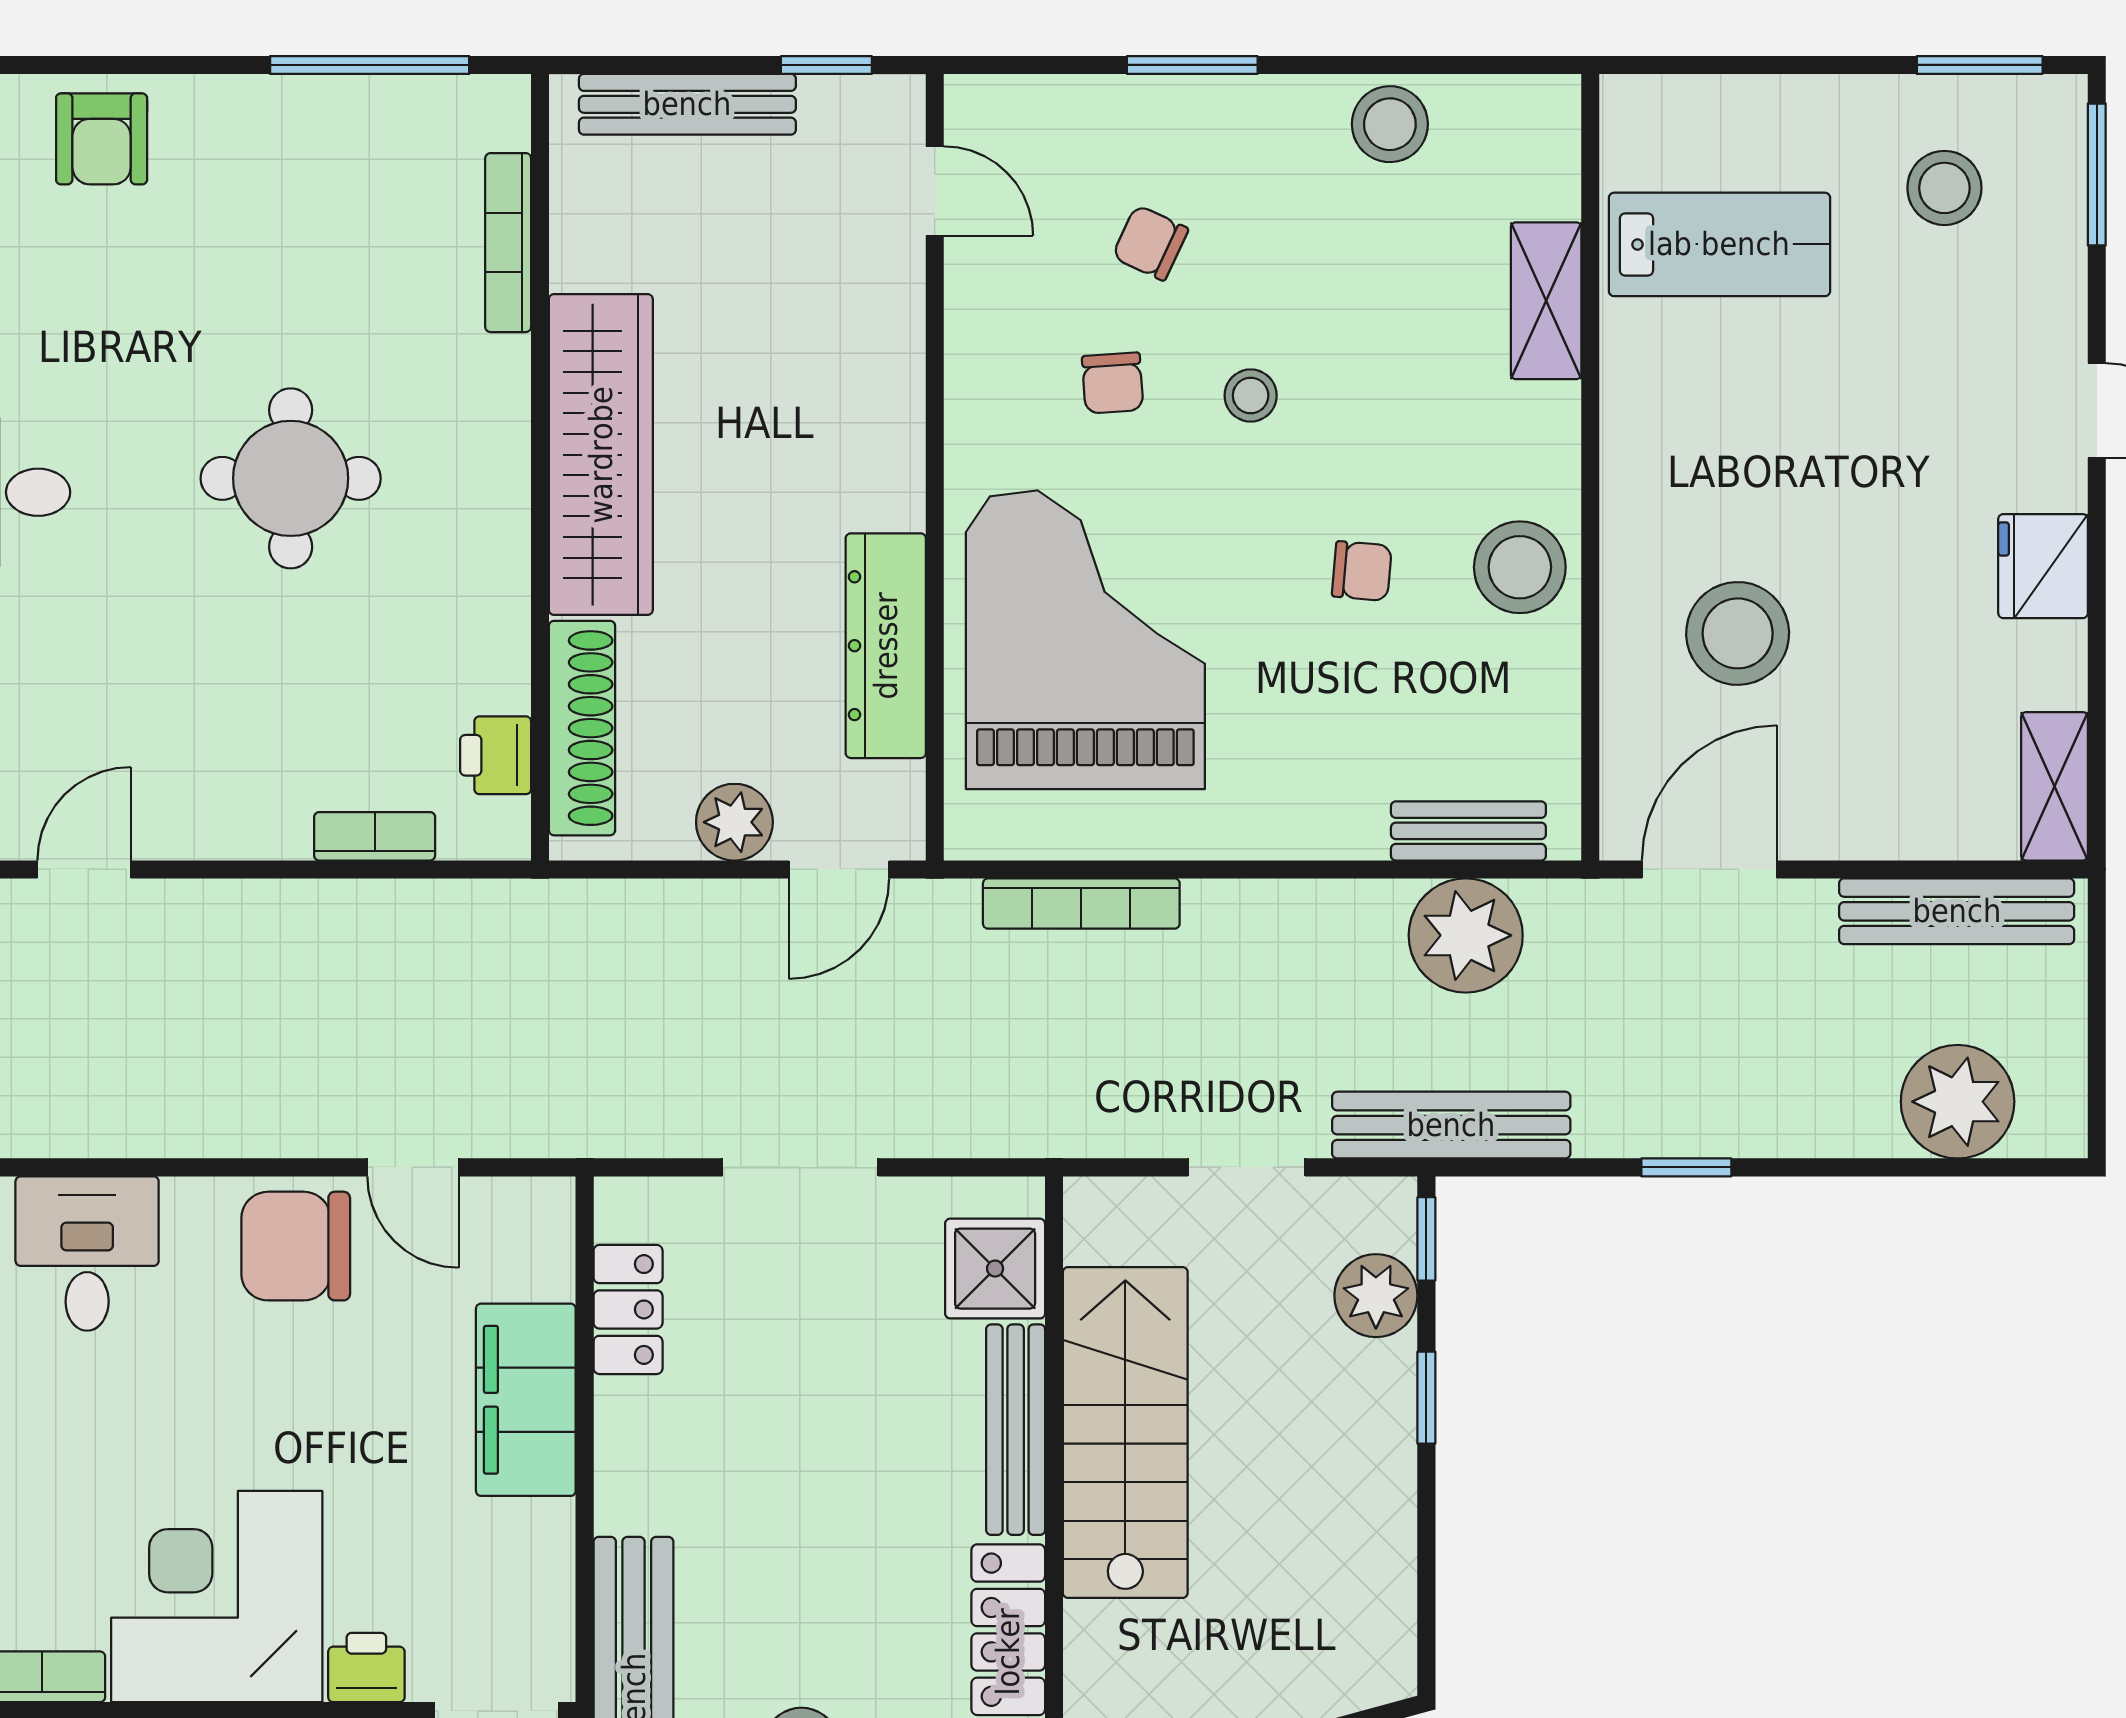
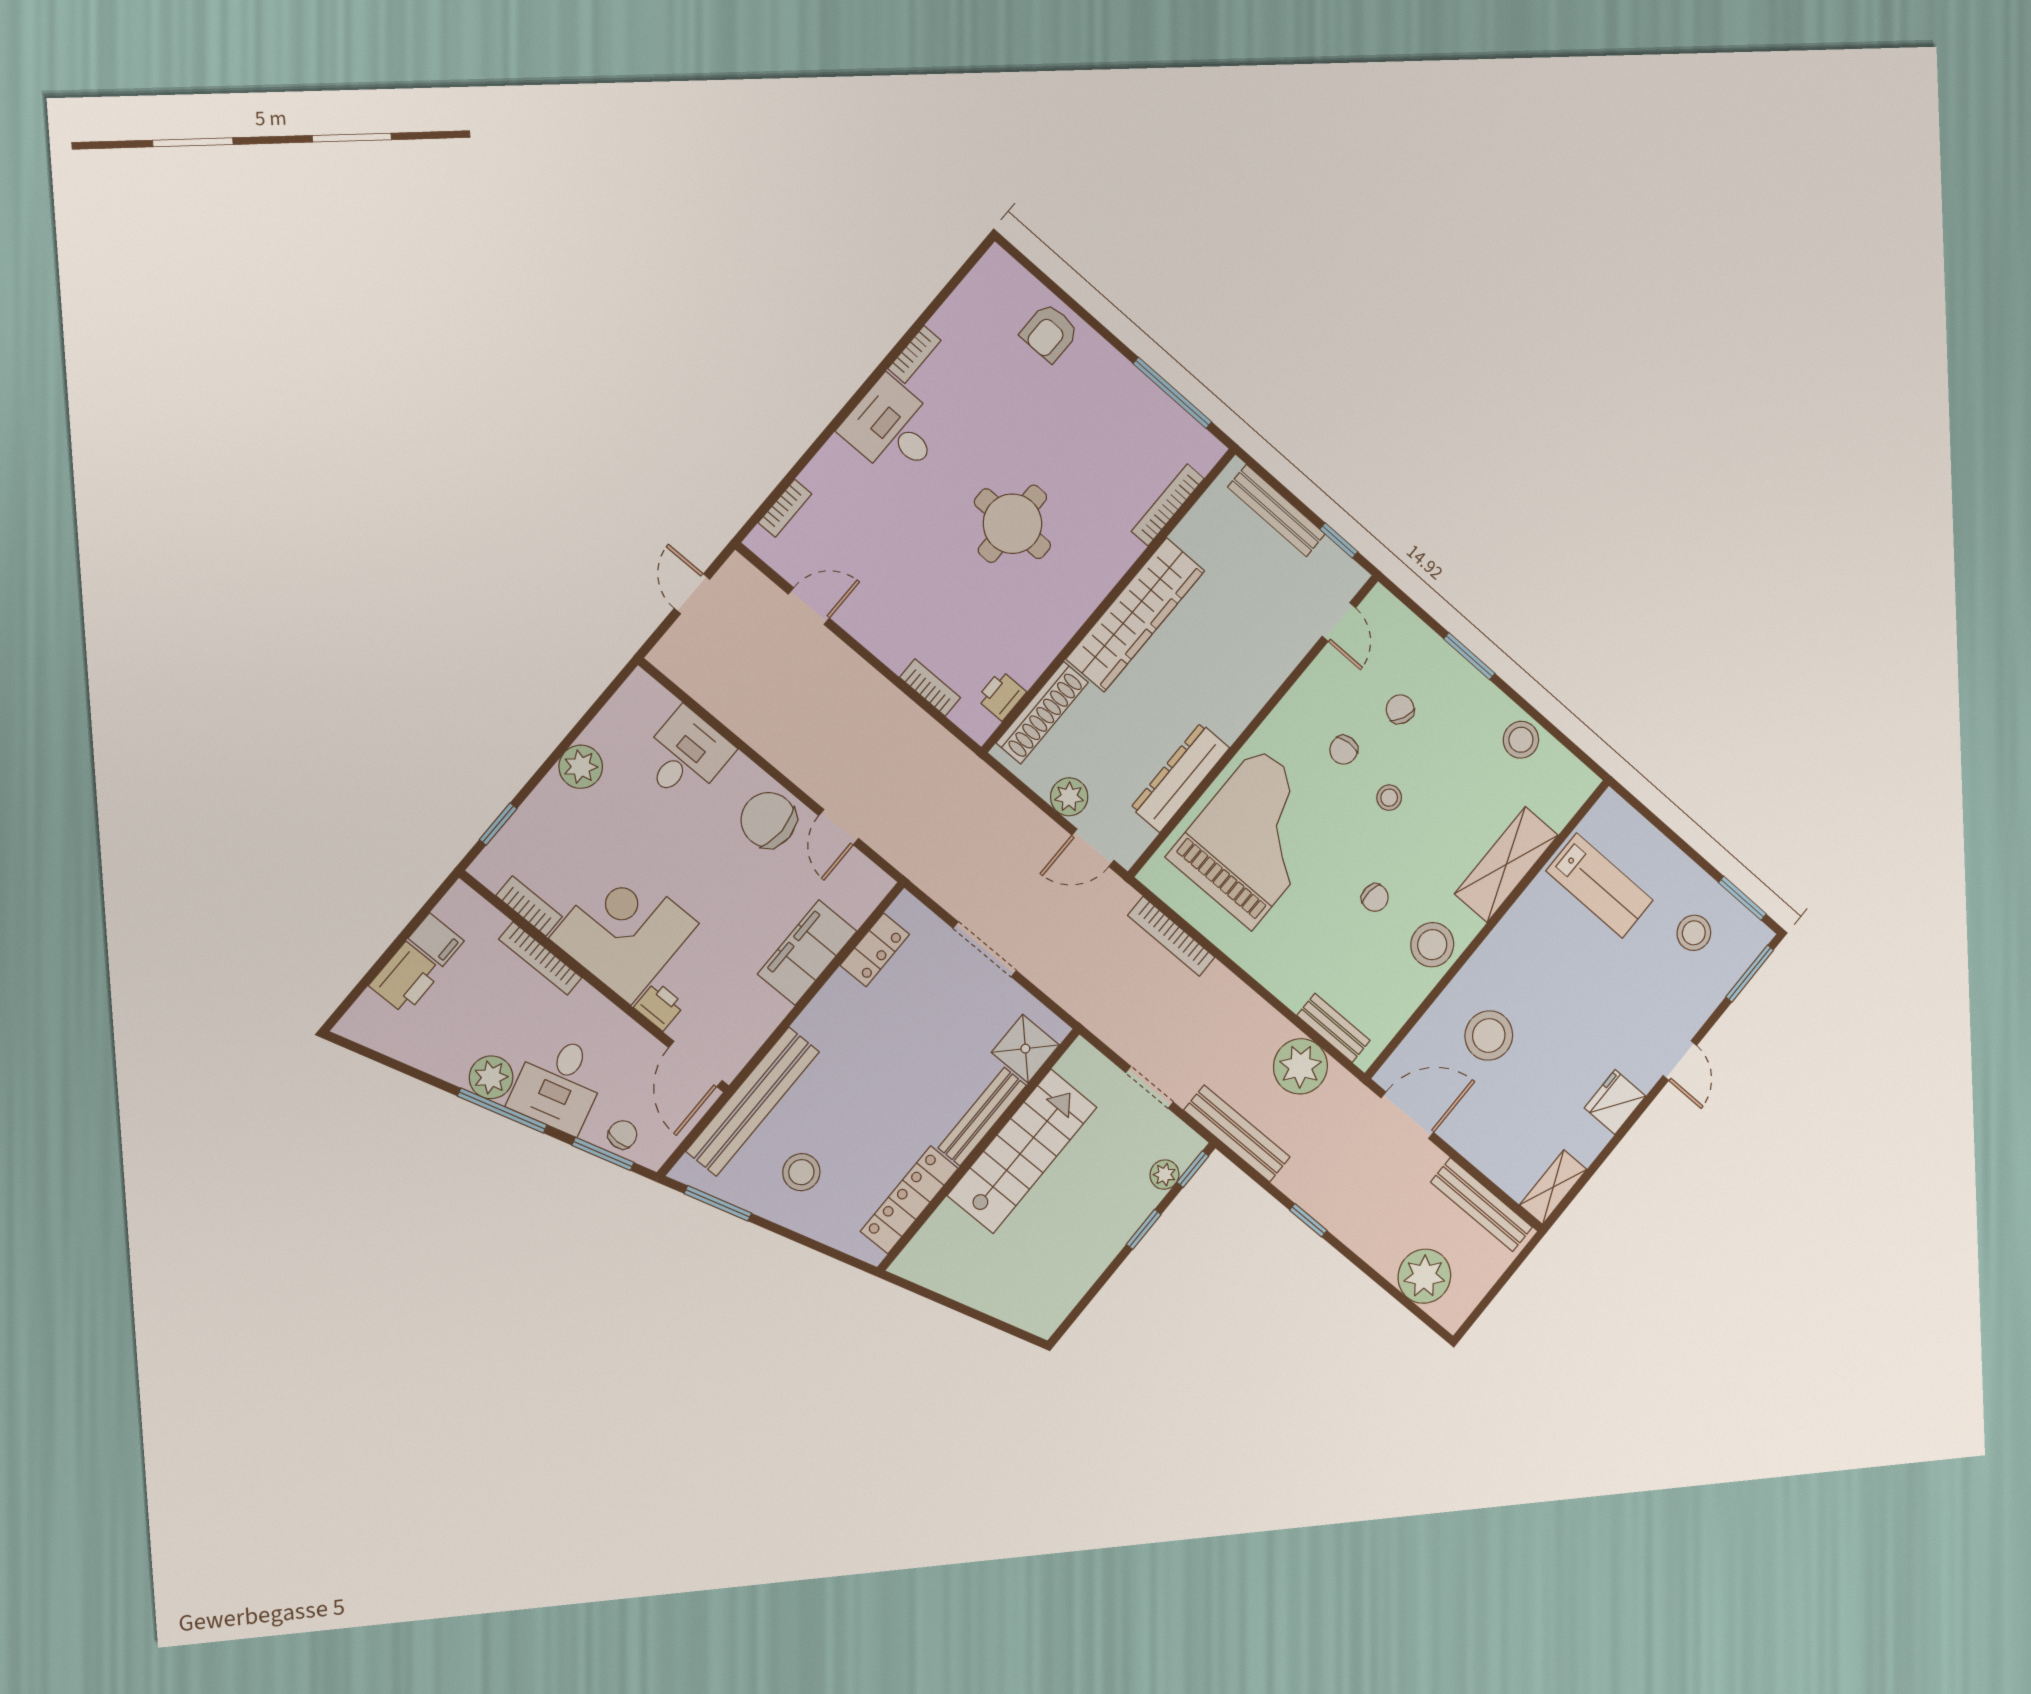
shelving: (1546, 301) -> (1506, 864), width x1.50, depth x1.33
plant: (1376, 1296) -> (1164, 1175), width x0.73, depth x0.73

